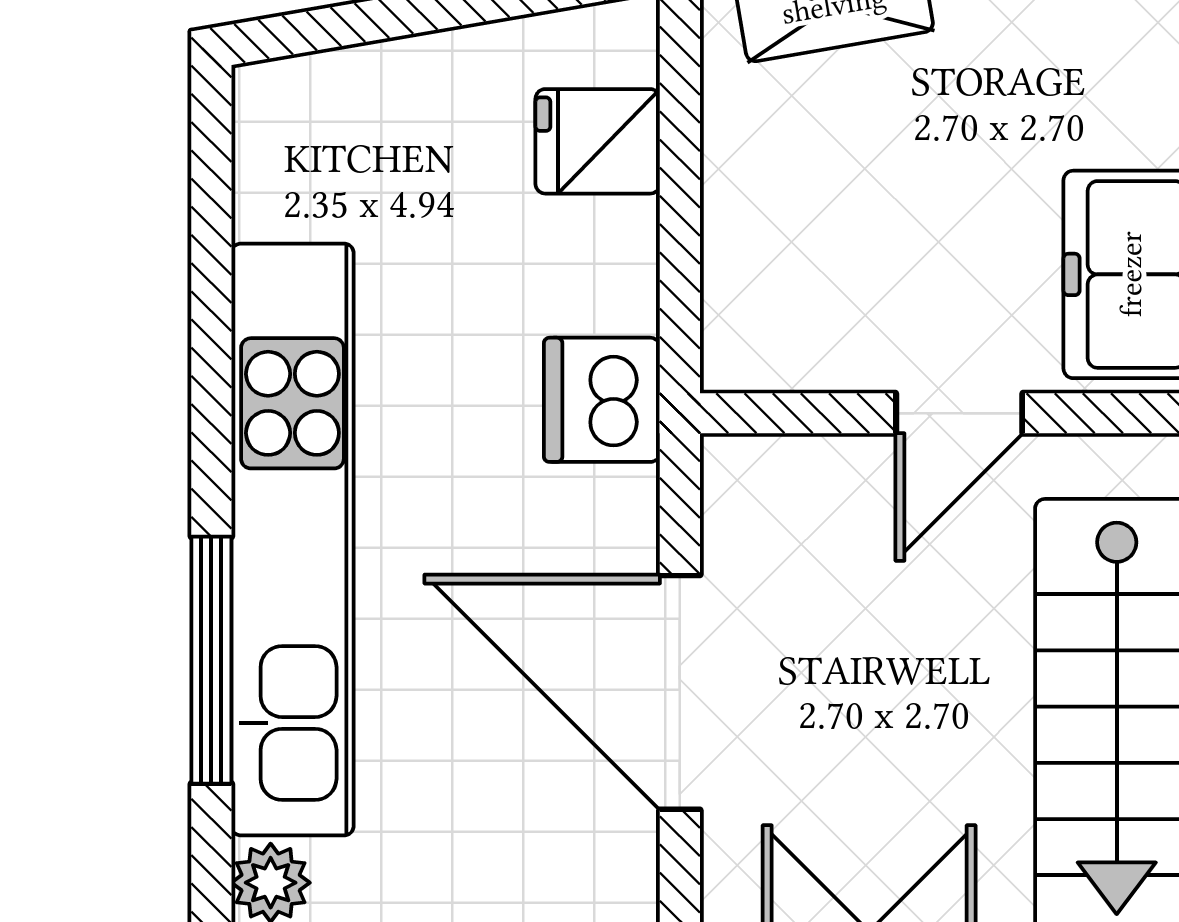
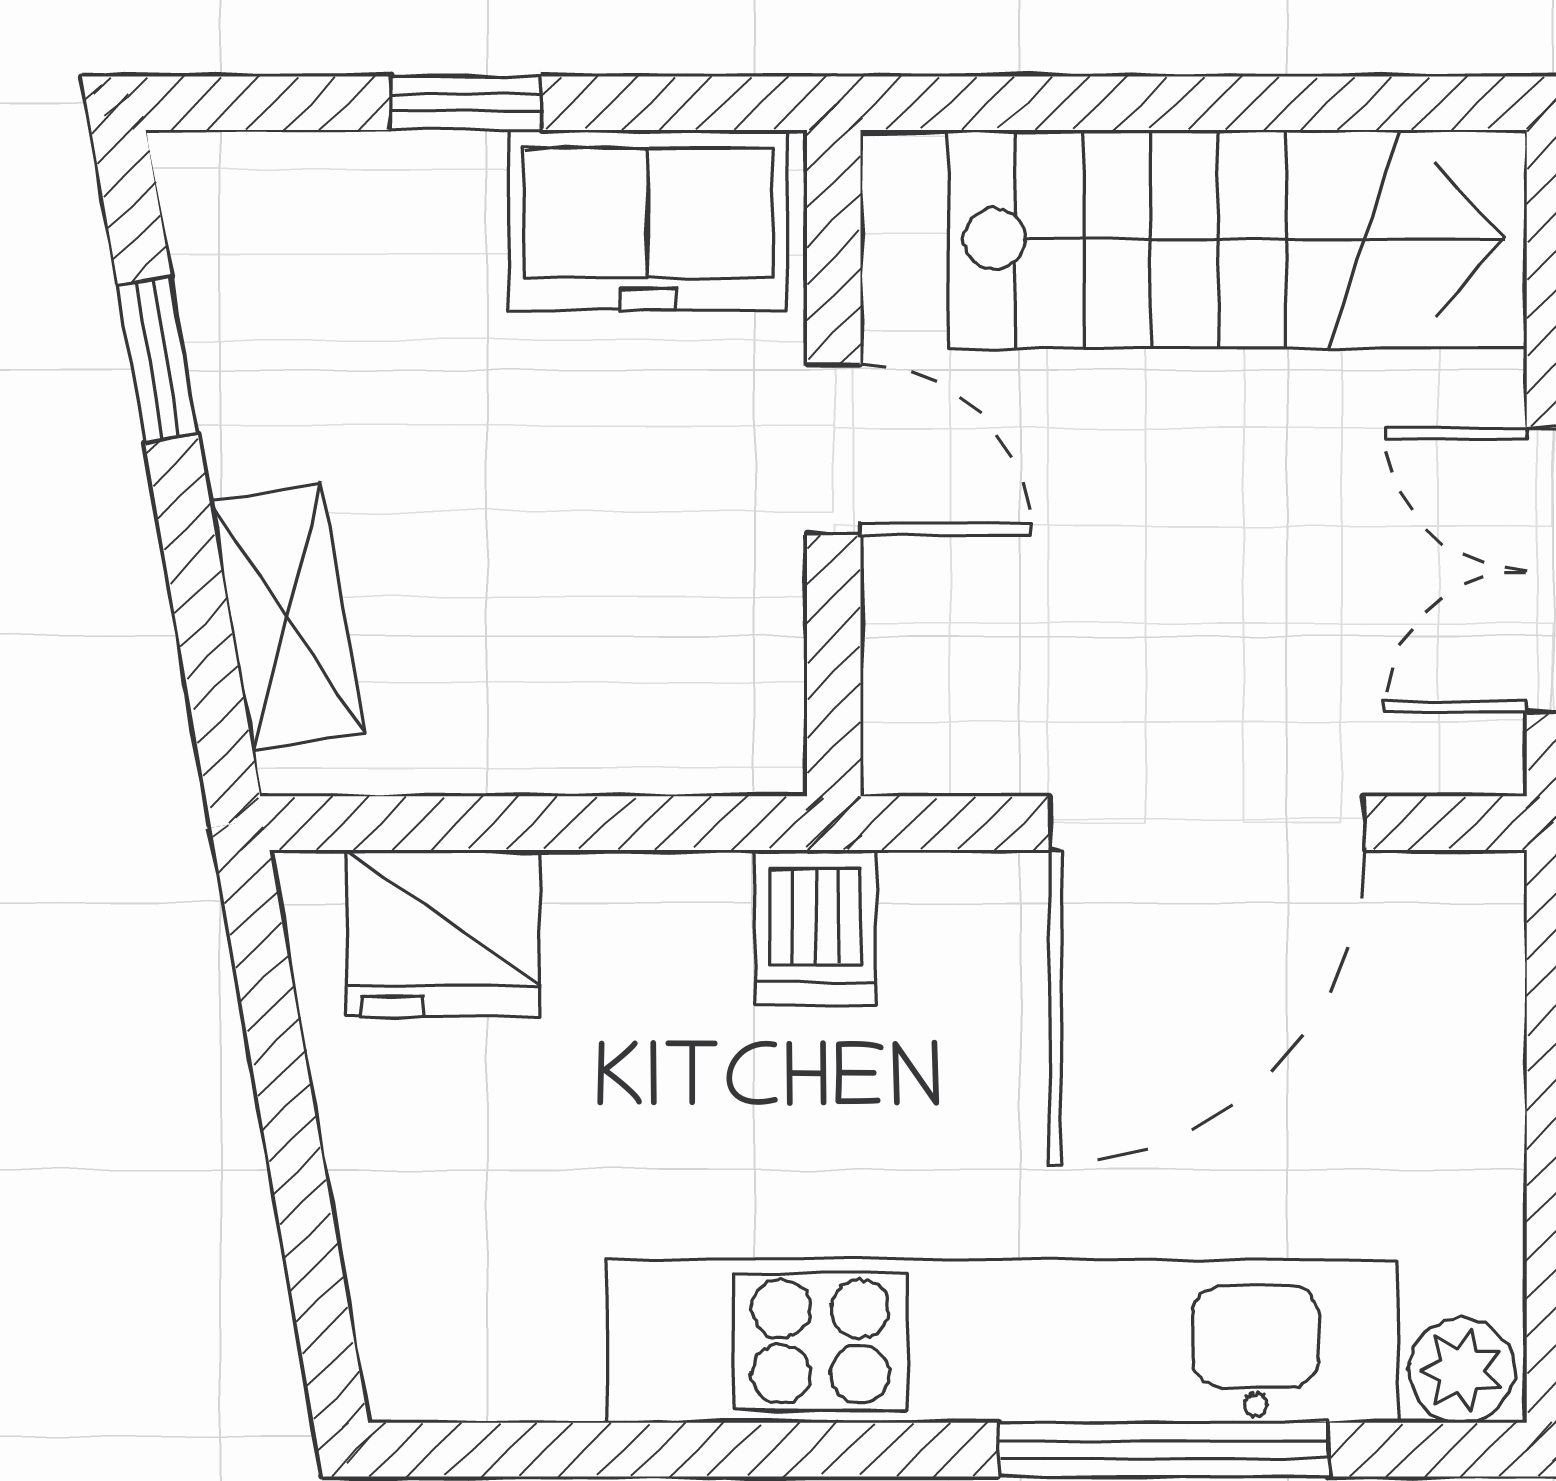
fridge: (598, 141) -> (443, 933), width x1.38
dishwasher: (602, 400) -> (816, 927), width x0.73

